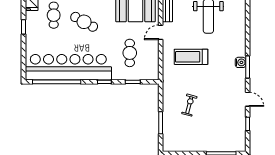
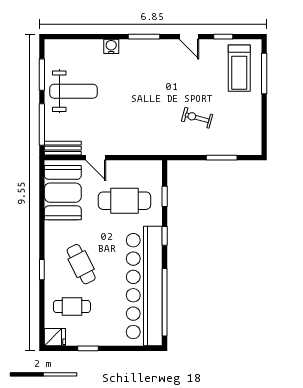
cafe table: (84, 22) -> (81, 264), turned -56
cafe table: (130, 53) -> (124, 201), width x1.37, depth x1.35
treadmill: (191, 57) -> (239, 68), moved
water cooler: (241, 62) -> (111, 46), moved
door: (248, 99) -> (189, 37), swing flipped

